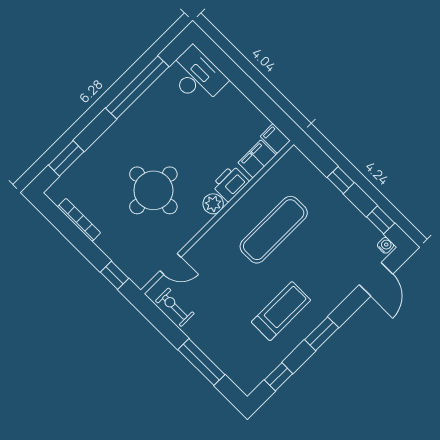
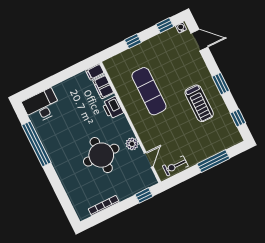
window: (66, 158) -> (64, 201), removed
plant: (213, 204) -> (132, 144), moved
treadmill: (281, 311) -> (199, 103), turned 180

